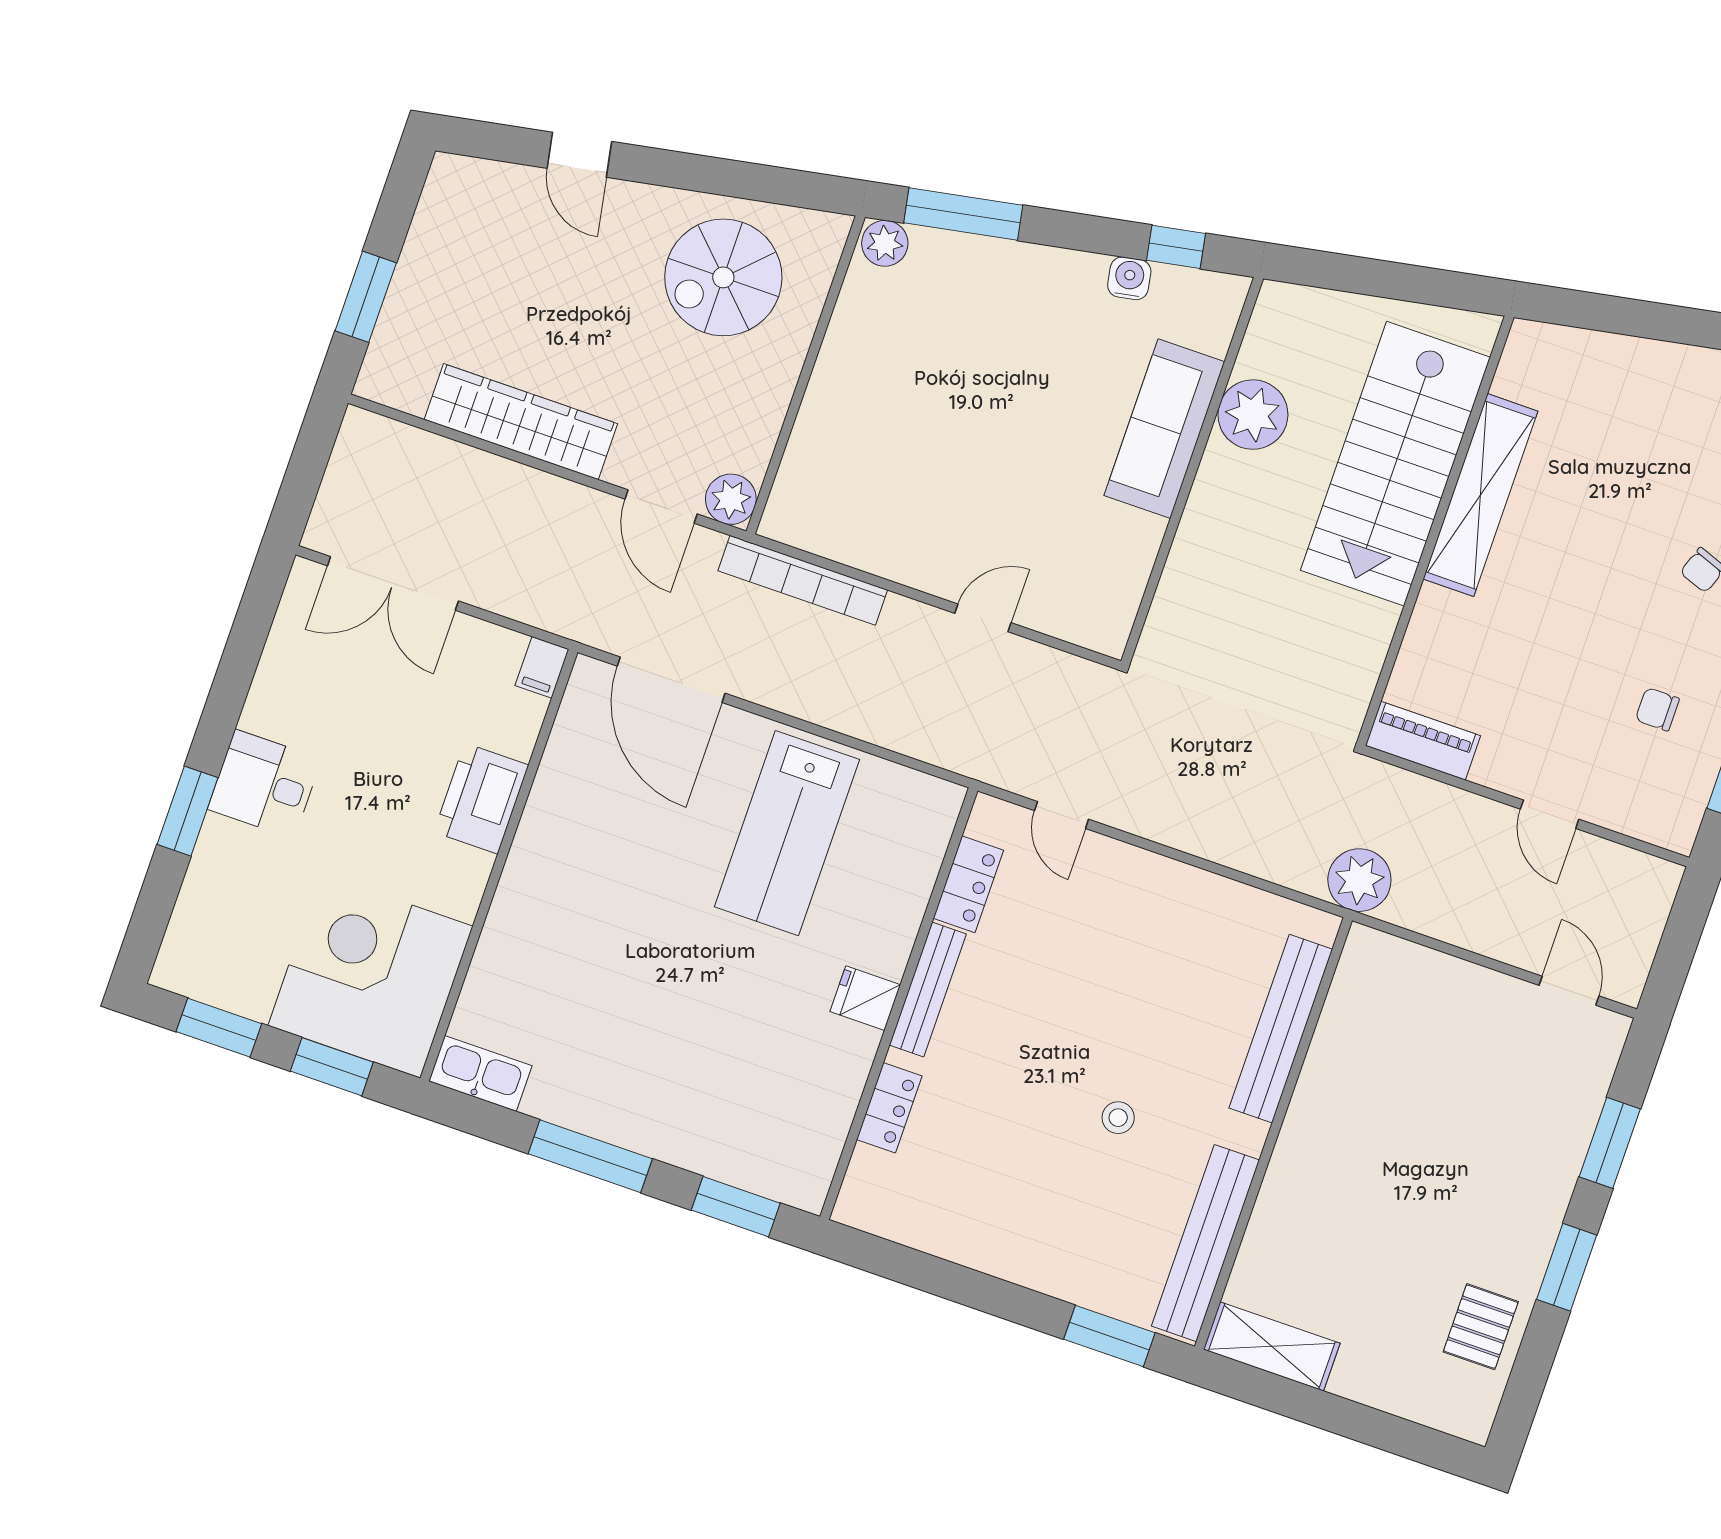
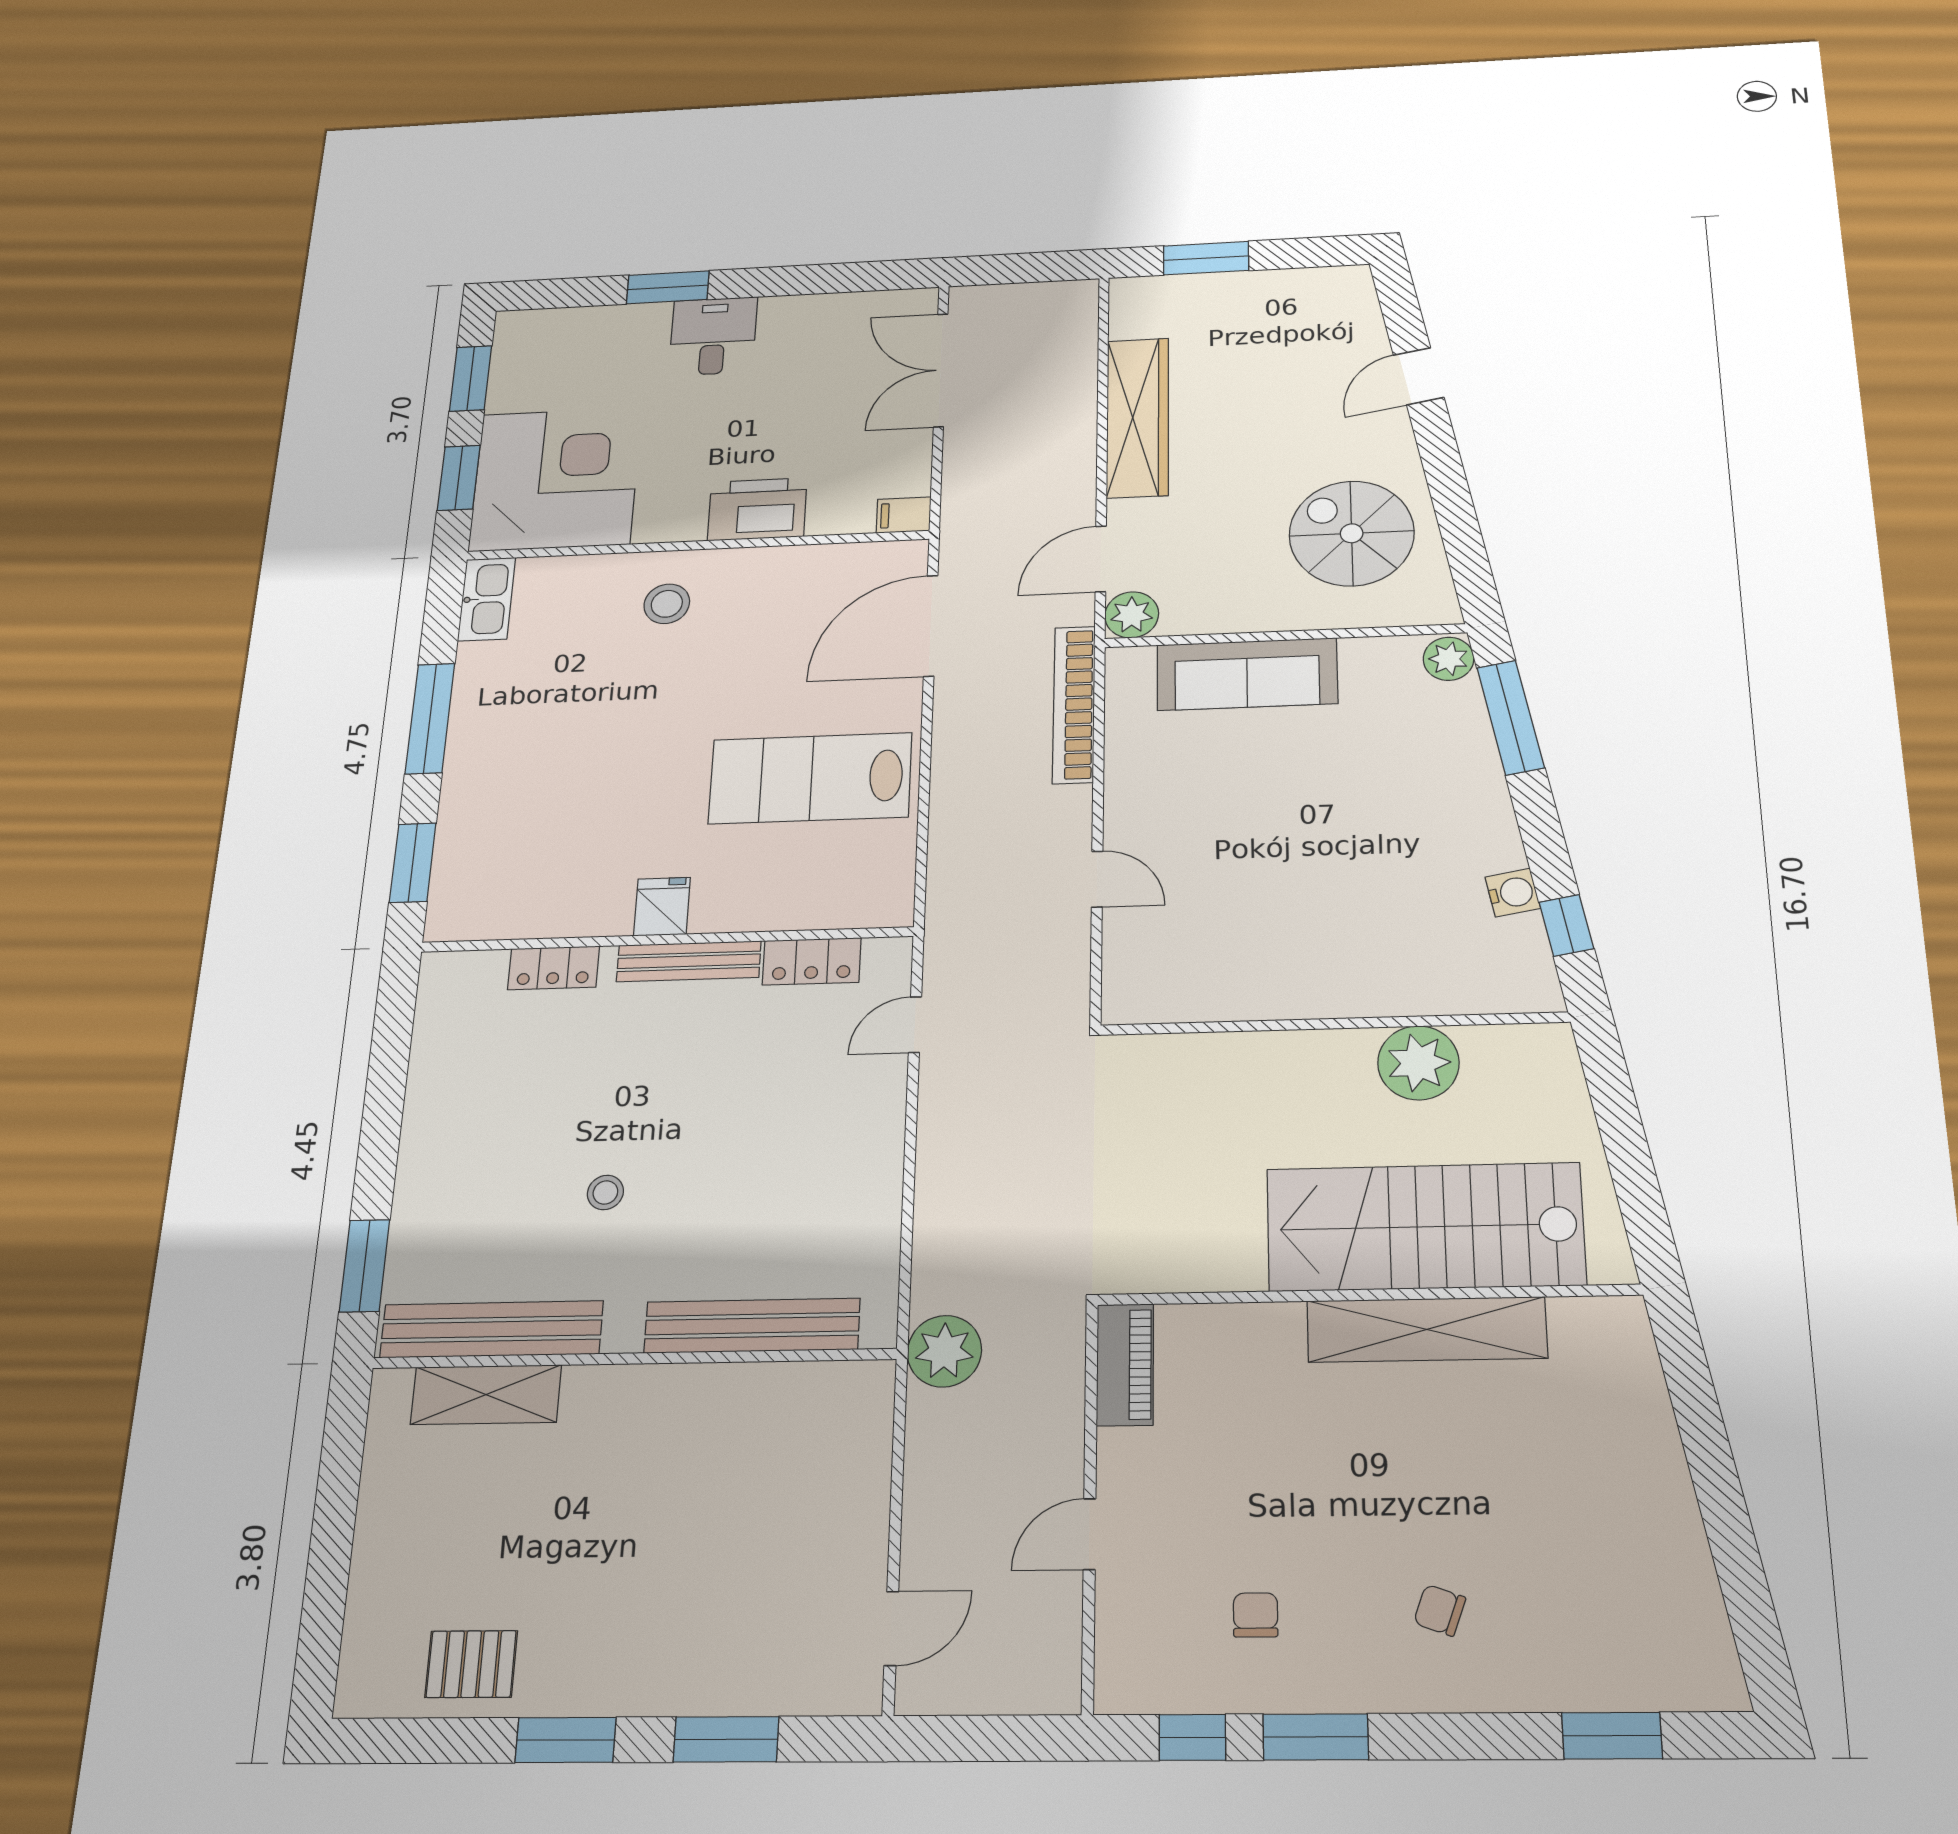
sofa: (1164, 429) -> (1247, 674), moved, turned 180
stool: (552, 910) -> (667, 604), added
shelving: (1272, 1346) -> (486, 1395), moved, turned 90

